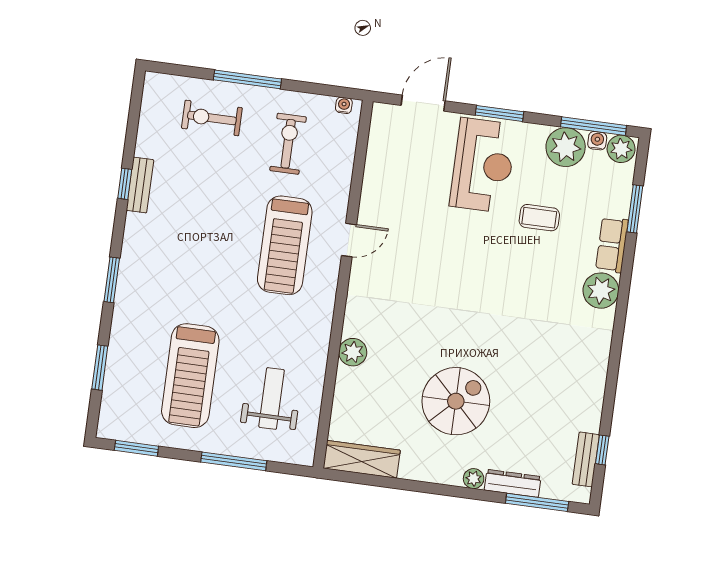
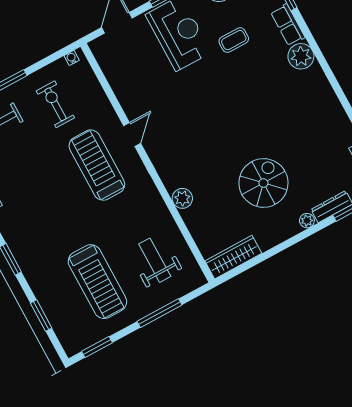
treadmill: (285, 245) -> (97, 165), turned 180

